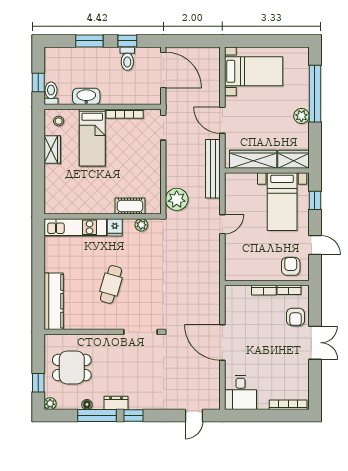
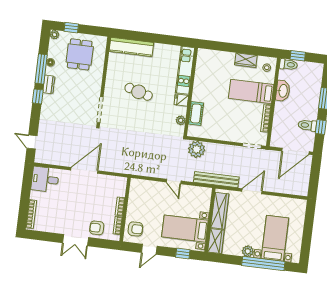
bed with nightstands: (254, 71) -> (275, 238), moved, turned 180

